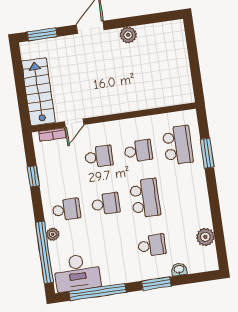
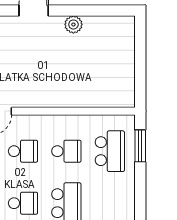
window: (207, 153) -> (140, 146), moved

